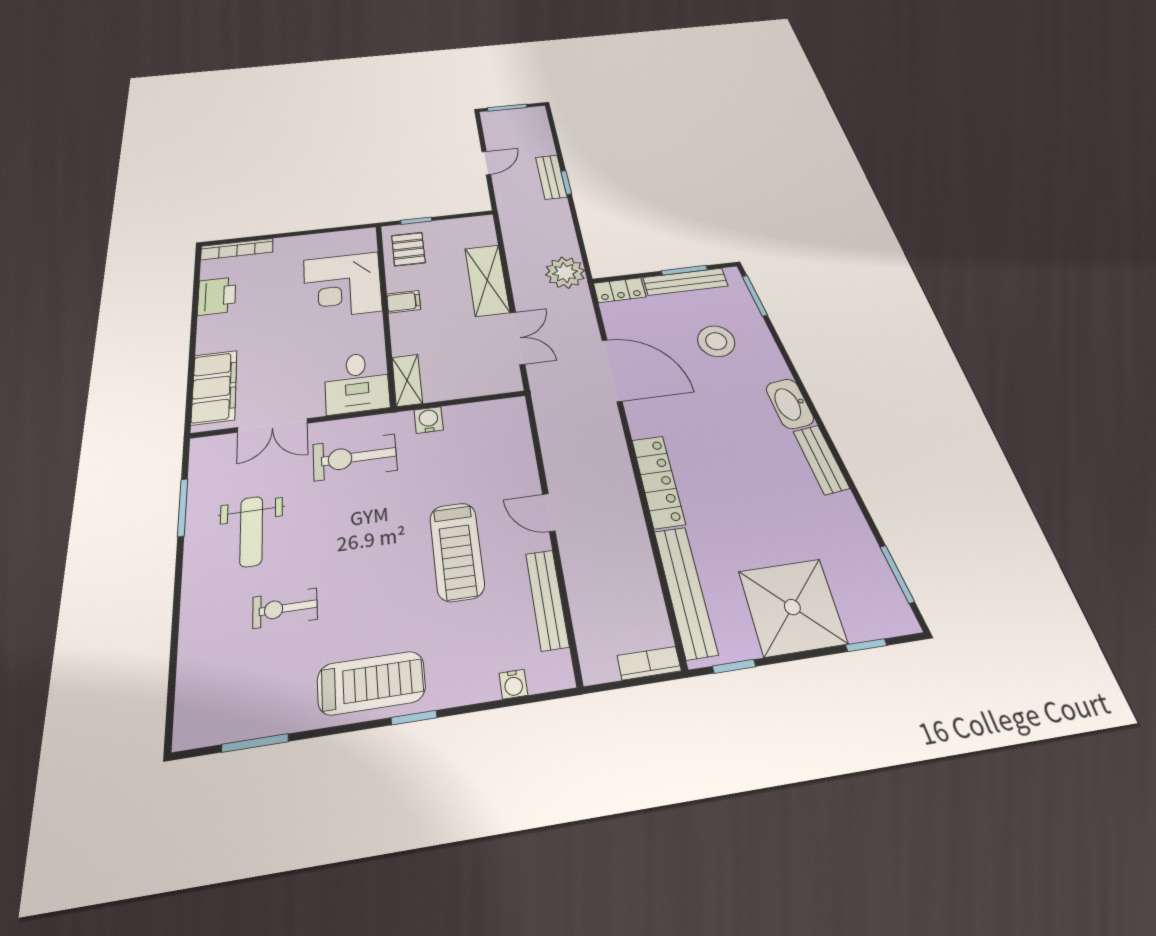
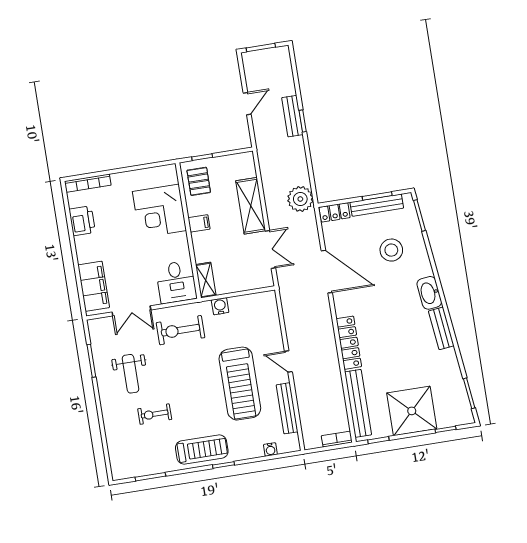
treadmill: (457, 551) -> (240, 384), width x1.37, depth x1.38

